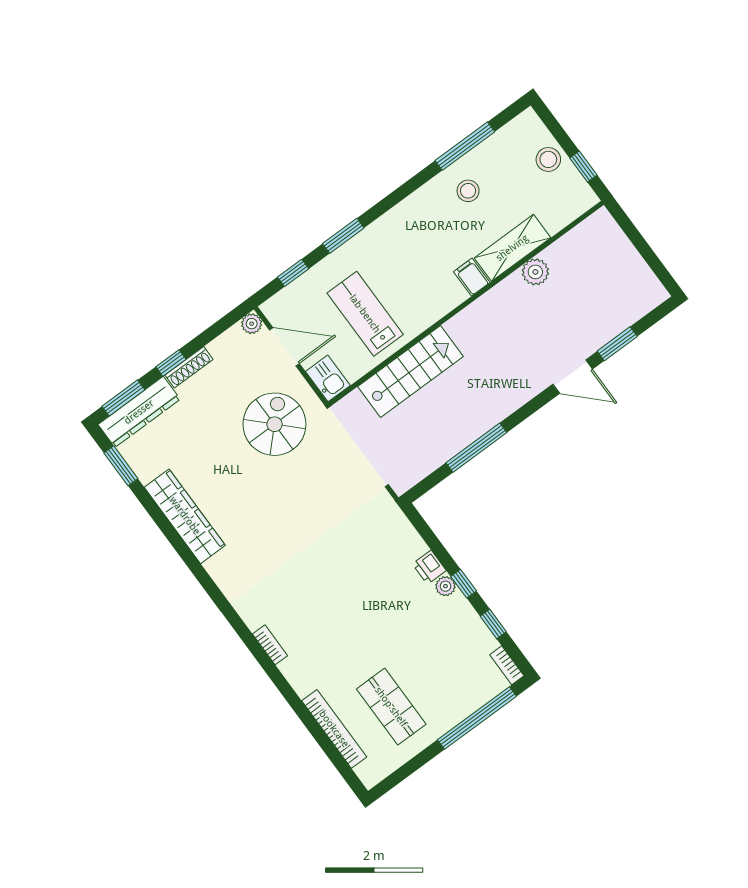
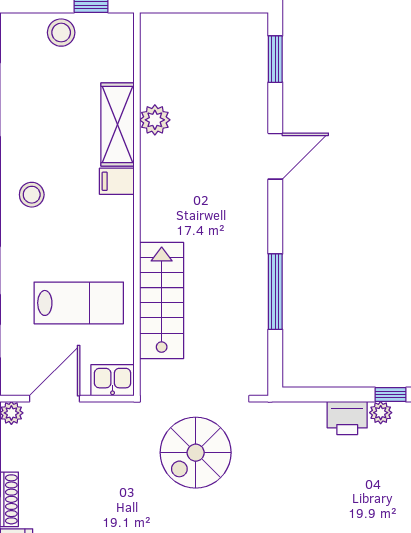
stool: (468, 191) -> (32, 195), moved
lab bench: (365, 314) -> (79, 303), turned 180
window: (617, 344) -> (275, 59), moved
spiral stairs: (274, 424) -> (196, 453), moved, turned -90
printer: (429, 567) -> (347, 418), width x1.36, depth x1.24

